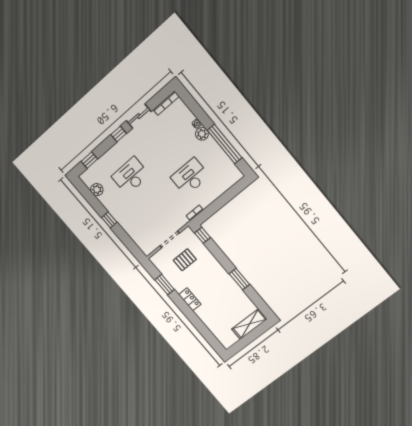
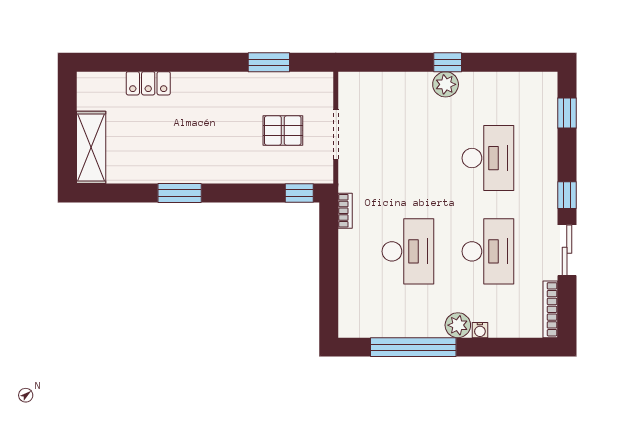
desk: (165, 146) -> (488, 251), added
plant: (97, 190) -> (446, 84), moved
pallet: (185, 260) -> (283, 131), turned 90
locker: (190, 299) -> (148, 83), moved

